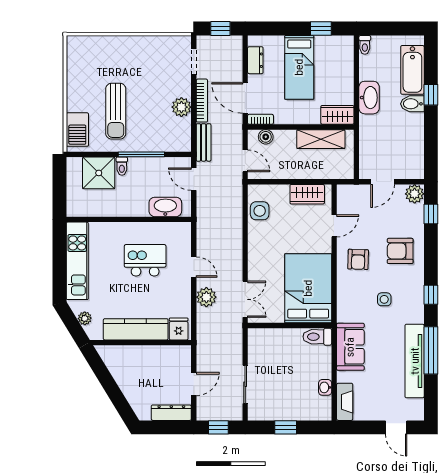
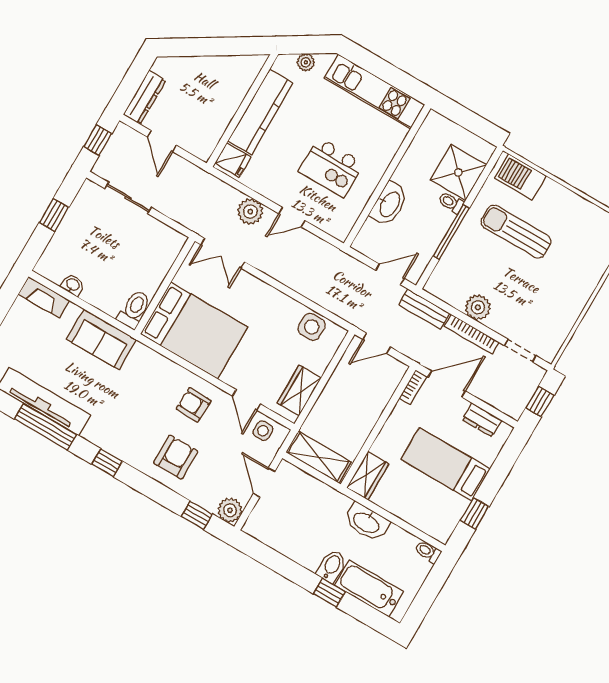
boiler: (266, 137) -> (390, 382), removed
shelving: (321, 139) -> (319, 457), moved, turned 90
washbasin: (165, 207) -> (389, 204), moved
kitchen island: (145, 260) -> (331, 167), turned 90
side table: (384, 299) -> (263, 431), moved

